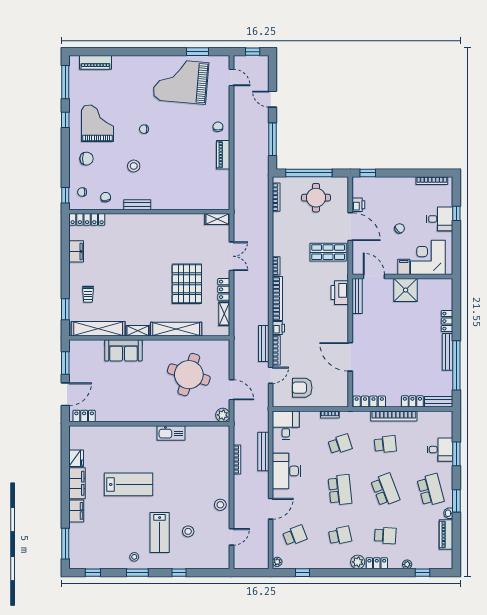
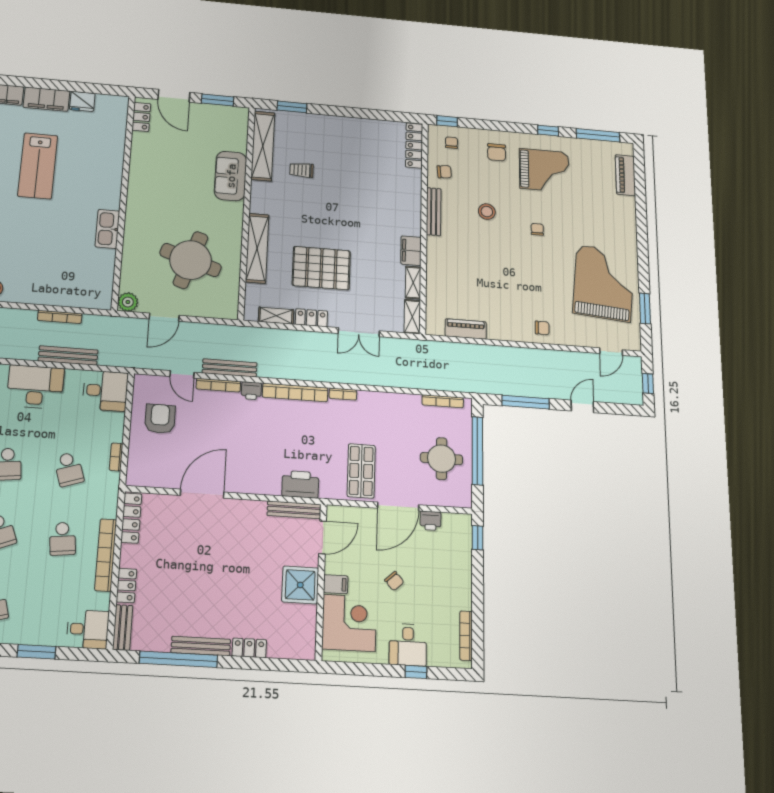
piano: (223, 155) -> (466, 329), moved
bench: (137, 205) -> (434, 212), width x1.36
filing cabinet: (76, 251) -> (411, 251), moved, turned 90
trolley: (88, 294) -> (301, 170), moved
shelving: (138, 331) -> (413, 283), moved
desk: (440, 450) -> (88, 629), moved, turned -90

